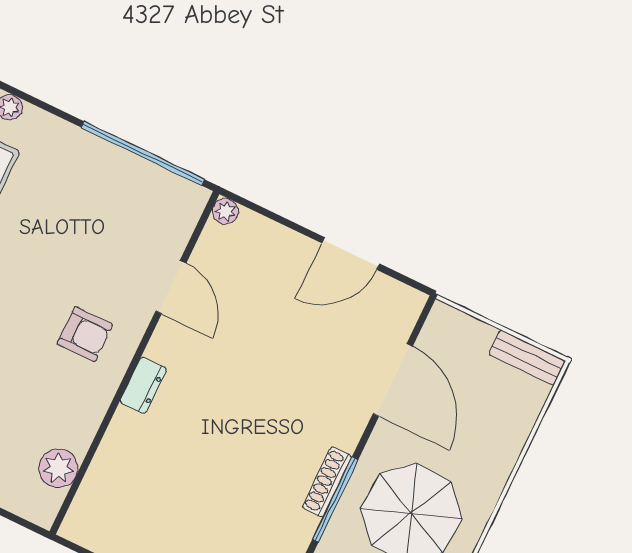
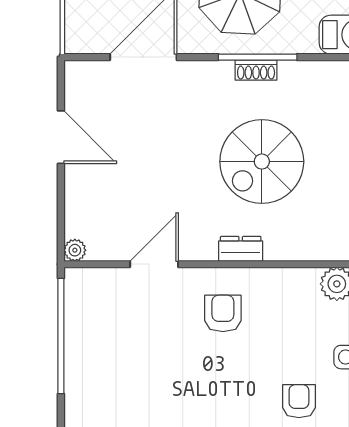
spiral stairs: (224, 451) -> (262, 162), added
shoe rack: (327, 482) -> (256, 70), width x0.70

